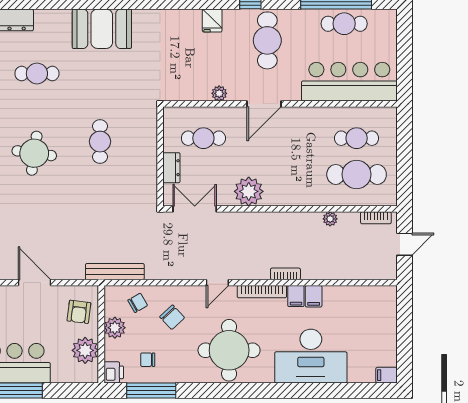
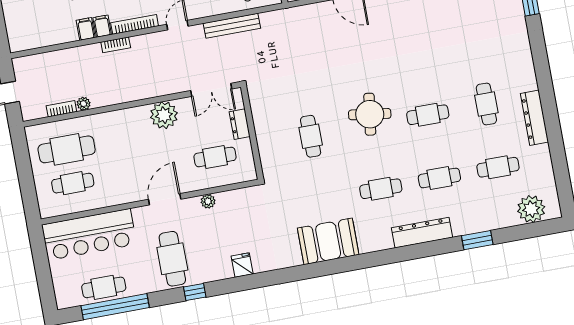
fridge: (212, 21) -> (242, 265), moved
bookcase: (376, 218) -> (61, 109), moved
bench: (115, 272) -> (232, 26), moved

